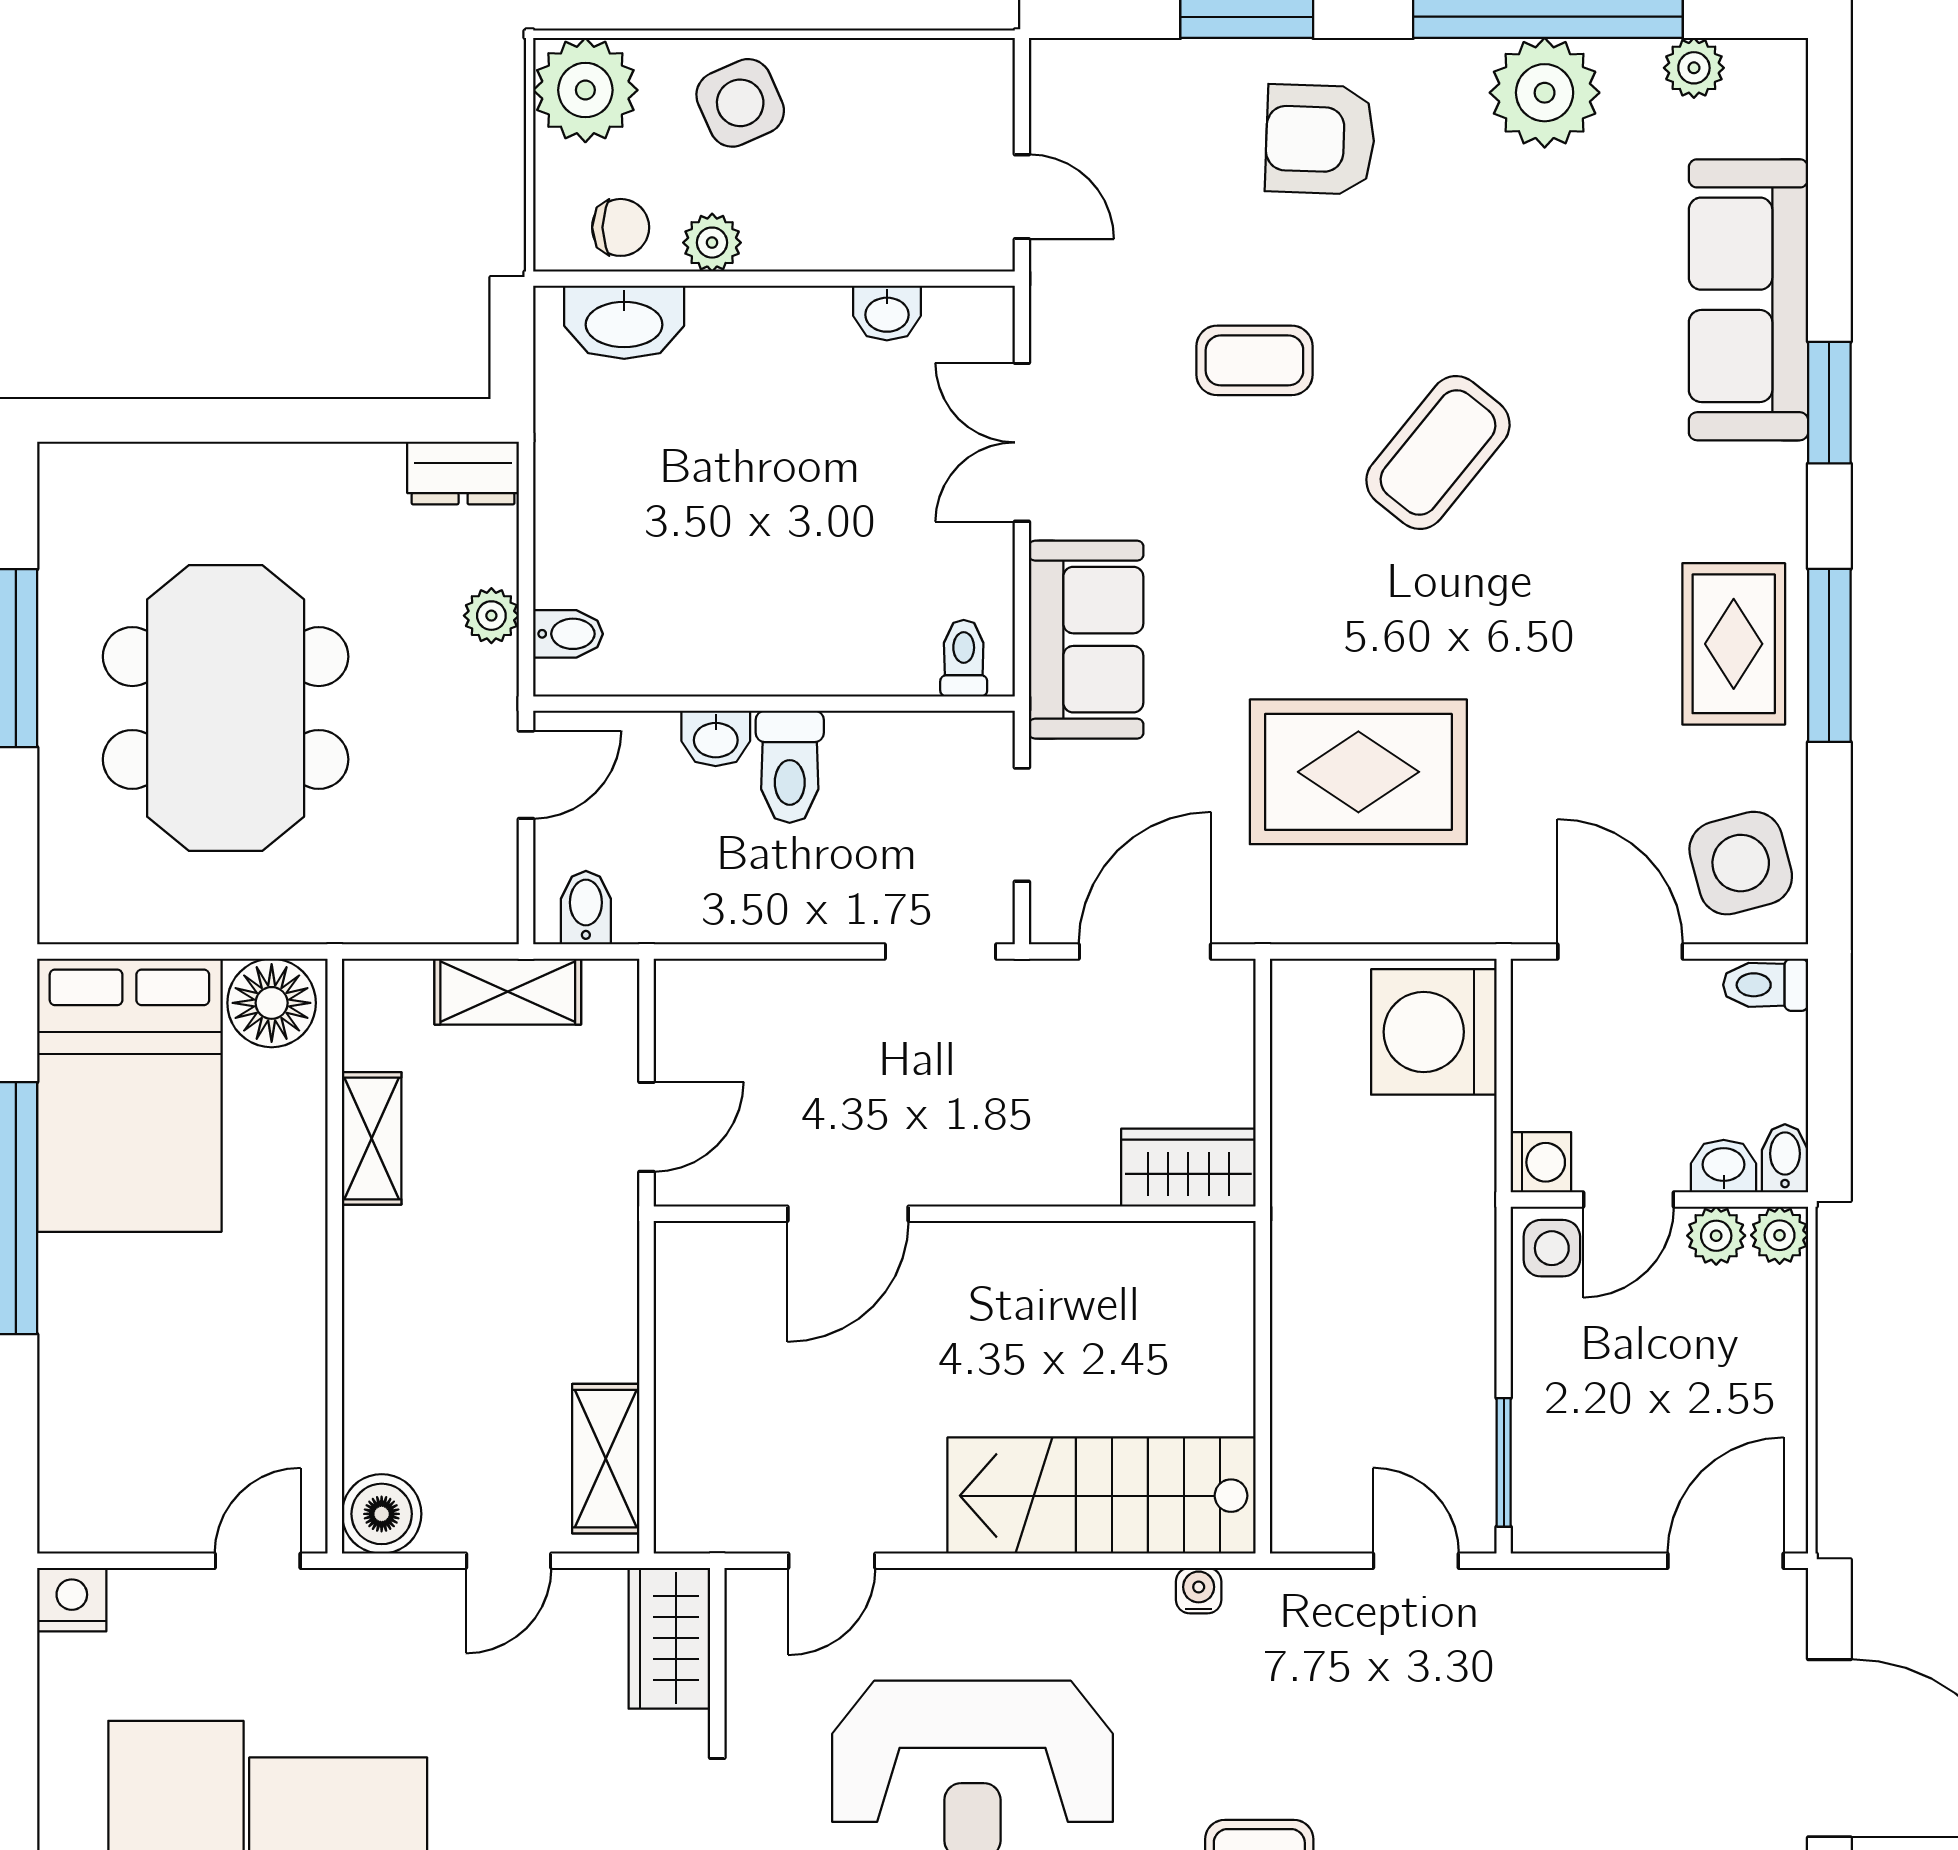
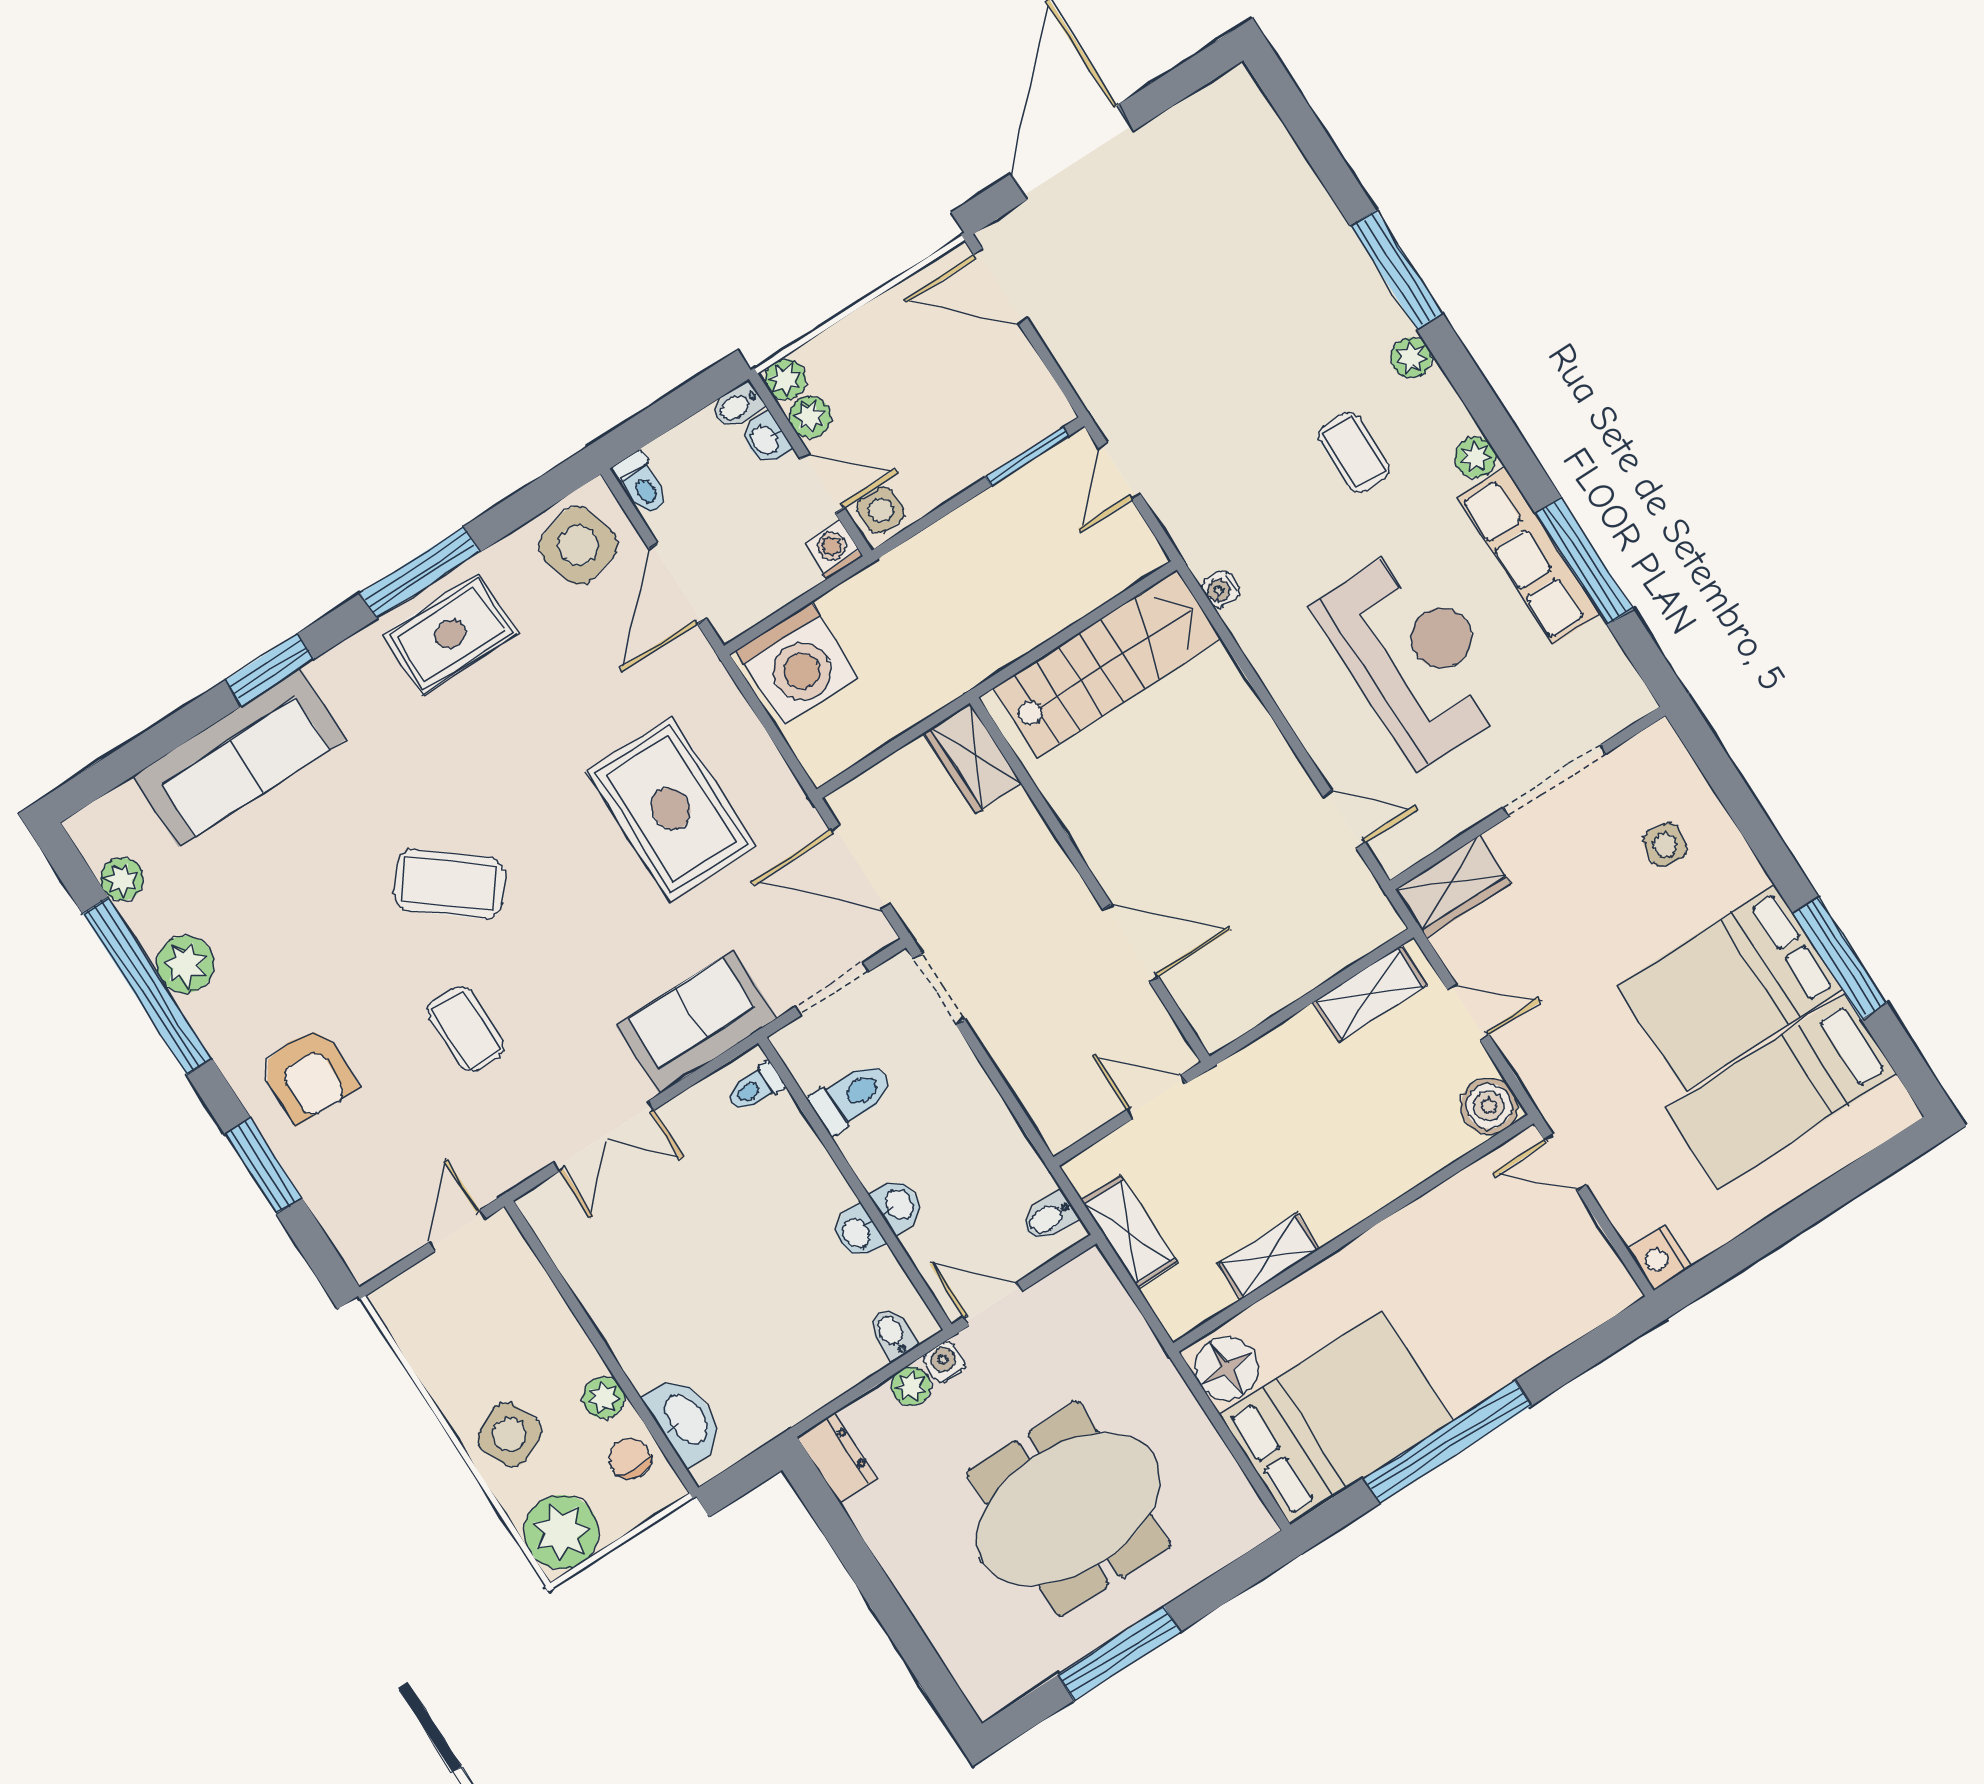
plant: (1545, 93) -> (185, 964), width x0.73, depth x0.73
washbasin: (887, 313) -> (857, 1232), moved, turned 180
water cooler: (494, 673) -> (944, 1362), added
toilet: (790, 767) -> (852, 1096), moved
stairs: (1102, 1496) -> (1107, 663), moved, turned -90

